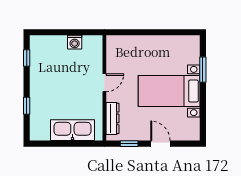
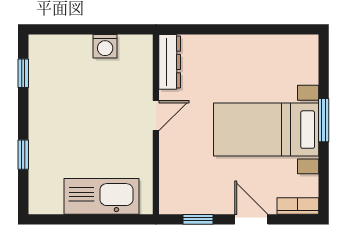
window: (203, 70) -> (324, 120), moved
dresser: (112, 118) -> (170, 62), moved
bookcase: (188, 136) -> (298, 206), added

